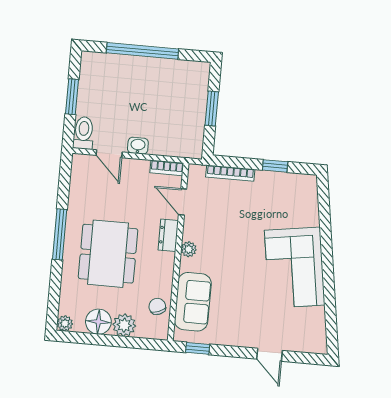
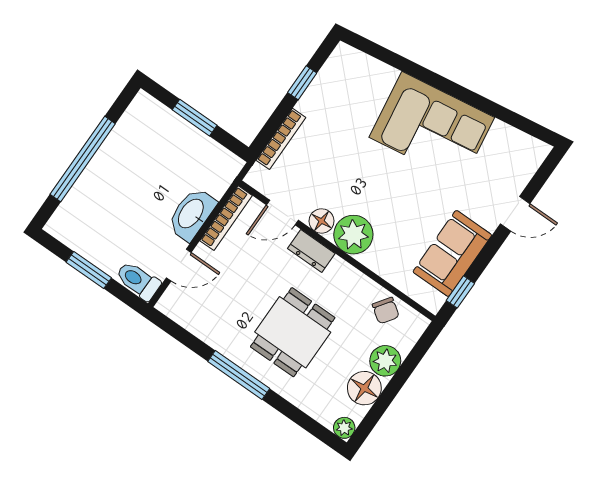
washbasin: (138, 146) -> (192, 214), width x1.91, depth x1.45
bookcase: (167, 168) -> (226, 218), width x1.56
floor lamp: (192, 231) -> (322, 221), added
plant: (189, 249) -> (353, 235), width x1.87, depth x1.87
dining table: (108, 254) -> (293, 332), width x0.73
sofa: (193, 302) -> (452, 253), moved, turned -90
chair: (157, 306) -> (386, 310), turned -123

